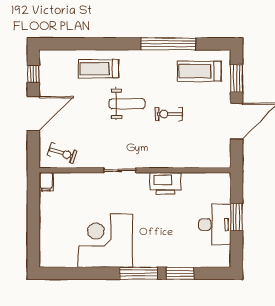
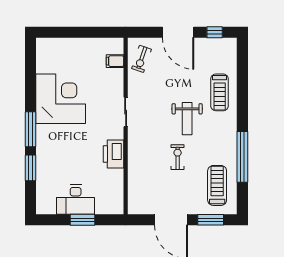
treadmill: (99, 69) -> (220, 92), turned 180
filing cabinet: (46, 182) -> (115, 61), moved

